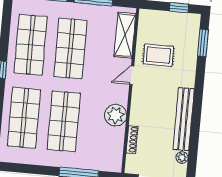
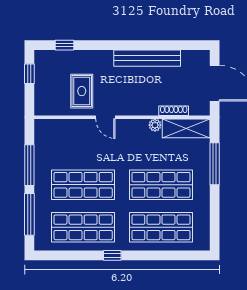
shelving: (125, 35) -> (186, 128), moved
window: (203, 43) -> (65, 45), width x0.67
plant: (116, 115) -> (155, 125), width x0.53, depth x0.53
plant: (182, 157) -> (188, 56), removed

